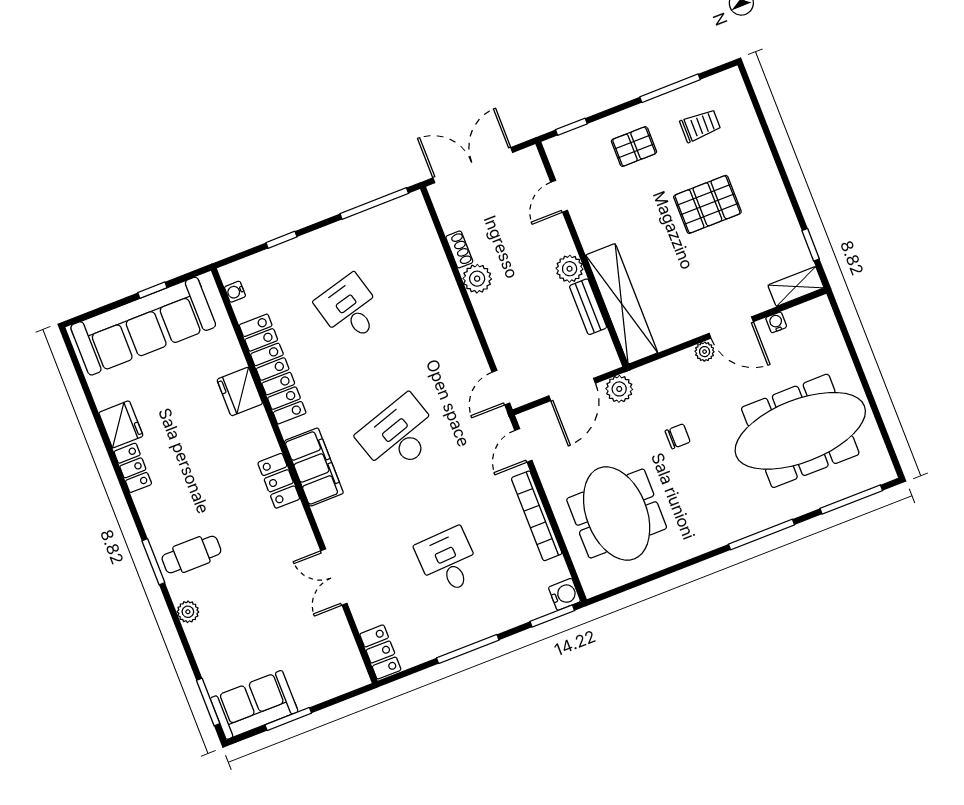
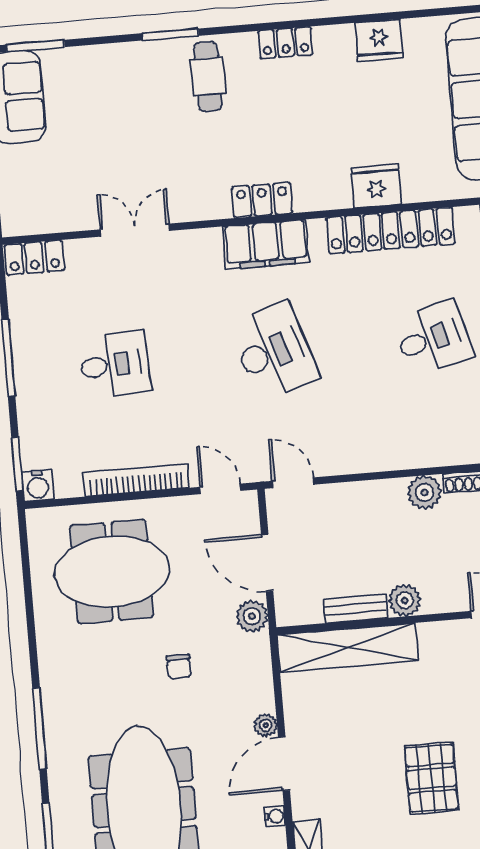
locker: (133, 468) -> (286, 43), moved
window: (153, 562) -> (171, 34), moved
plant: (188, 612) -> (144, 53), removed

